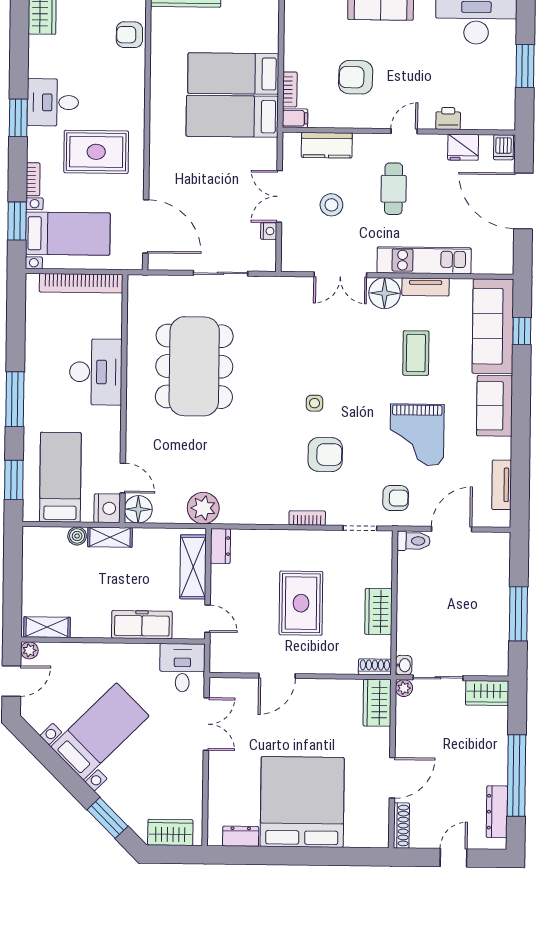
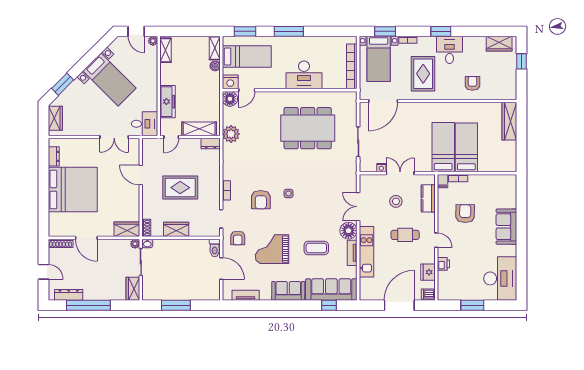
armchair: (129, 35) -> (472, 83), moved
shelving: (110, 537) -> (215, 48), moved

